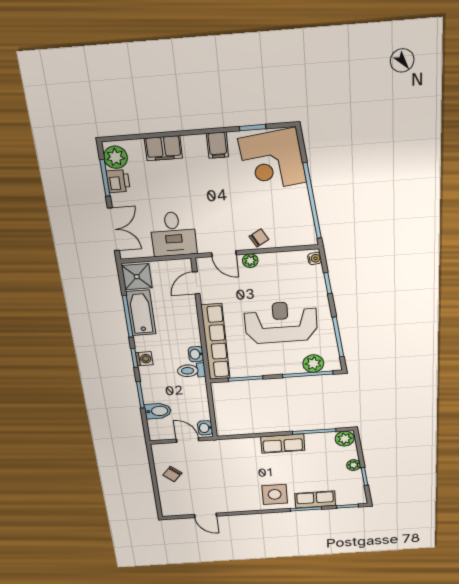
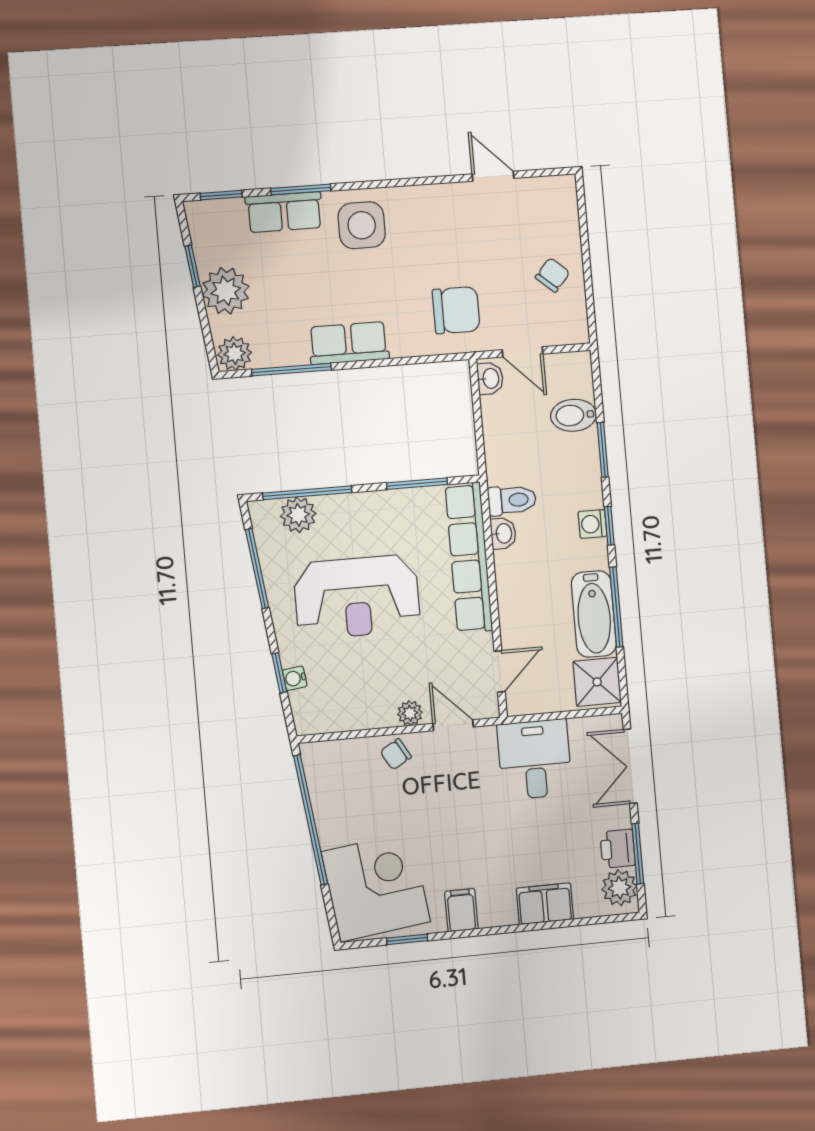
water cooler: (315, 258) -> (295, 678), moved
chair: (224, 458) -> (456, 310), added
plant: (354, 465) -> (226, 291), width x1.88, depth x1.88

